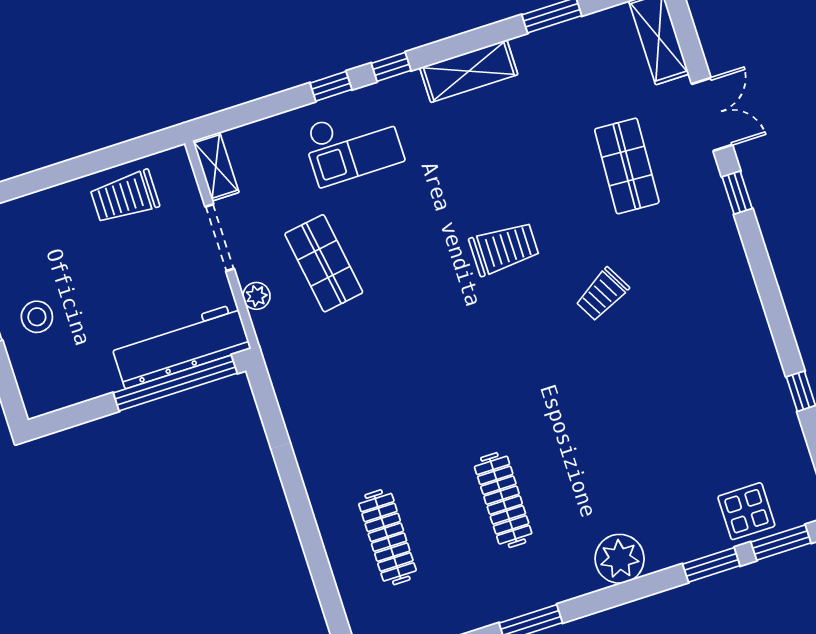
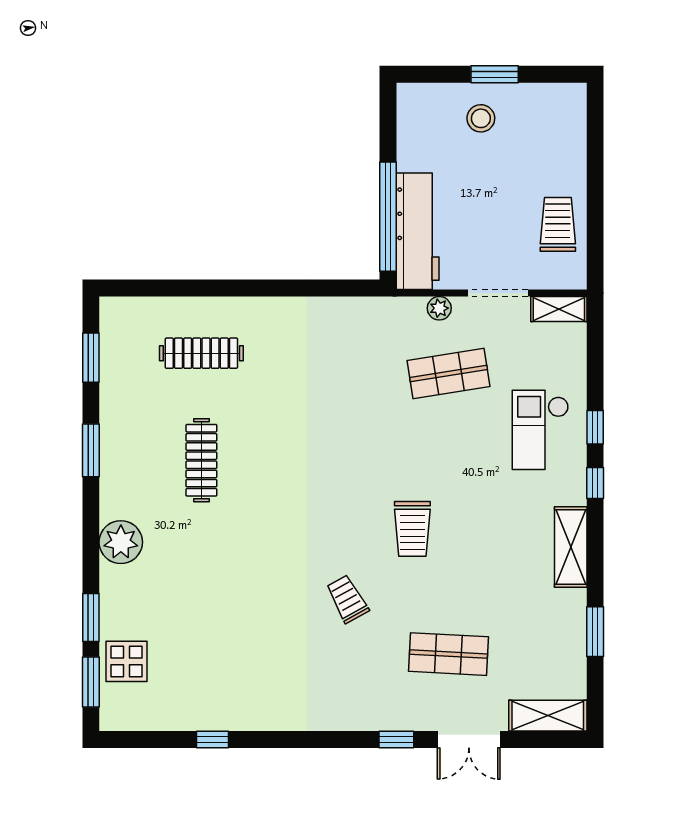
clothes rail: (503, 500) -> (201, 460), turned 90

